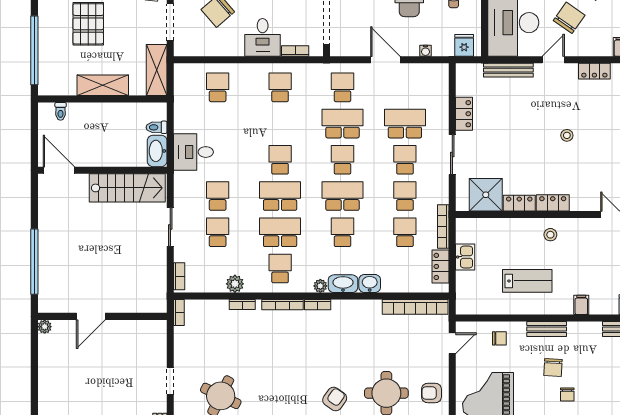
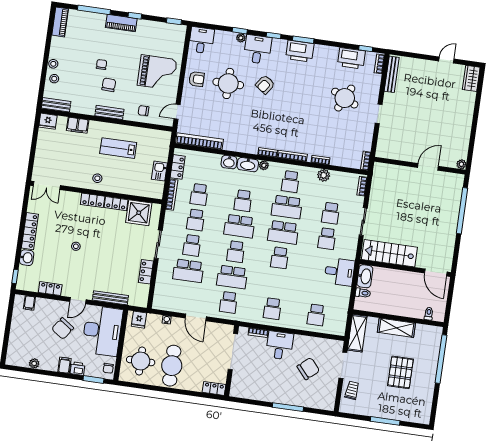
filing cabinet: (581, 305) -> (78, 125), width x2.00

